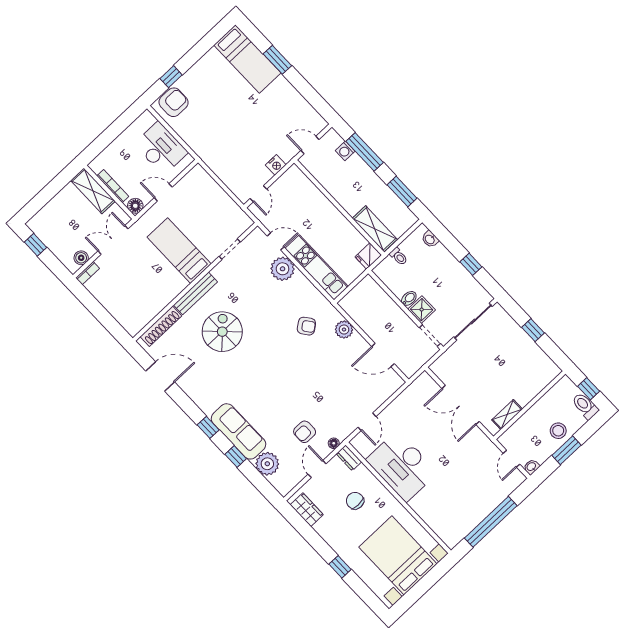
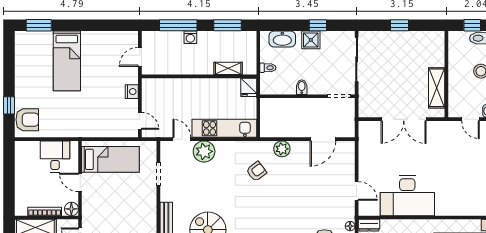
bed: (247, 59) -> (67, 61), moved, turned 90
window: (277, 60) -> (39, 25), moved
armchair: (174, 102) -> (27, 120), turned 90
desk: (161, 148) -> (55, 156), width x0.73
washing machine: (345, 151) -> (190, 37), moved
door: (163, 192) -> (80, 182), hinge flipped
shelving: (375, 229) -> (228, 68), width x0.67, depth x0.75
washbasin: (430, 239) -> (282, 39), width x1.91, depth x1.45
door: (276, 241) -> (182, 139), hinge flipped
bed: (179, 251) -> (110, 159), moved, turned 180
shower: (422, 310) -> (311, 40), moved
shelving: (507, 414) -> (437, 88), width x1.50, depth x1.33

